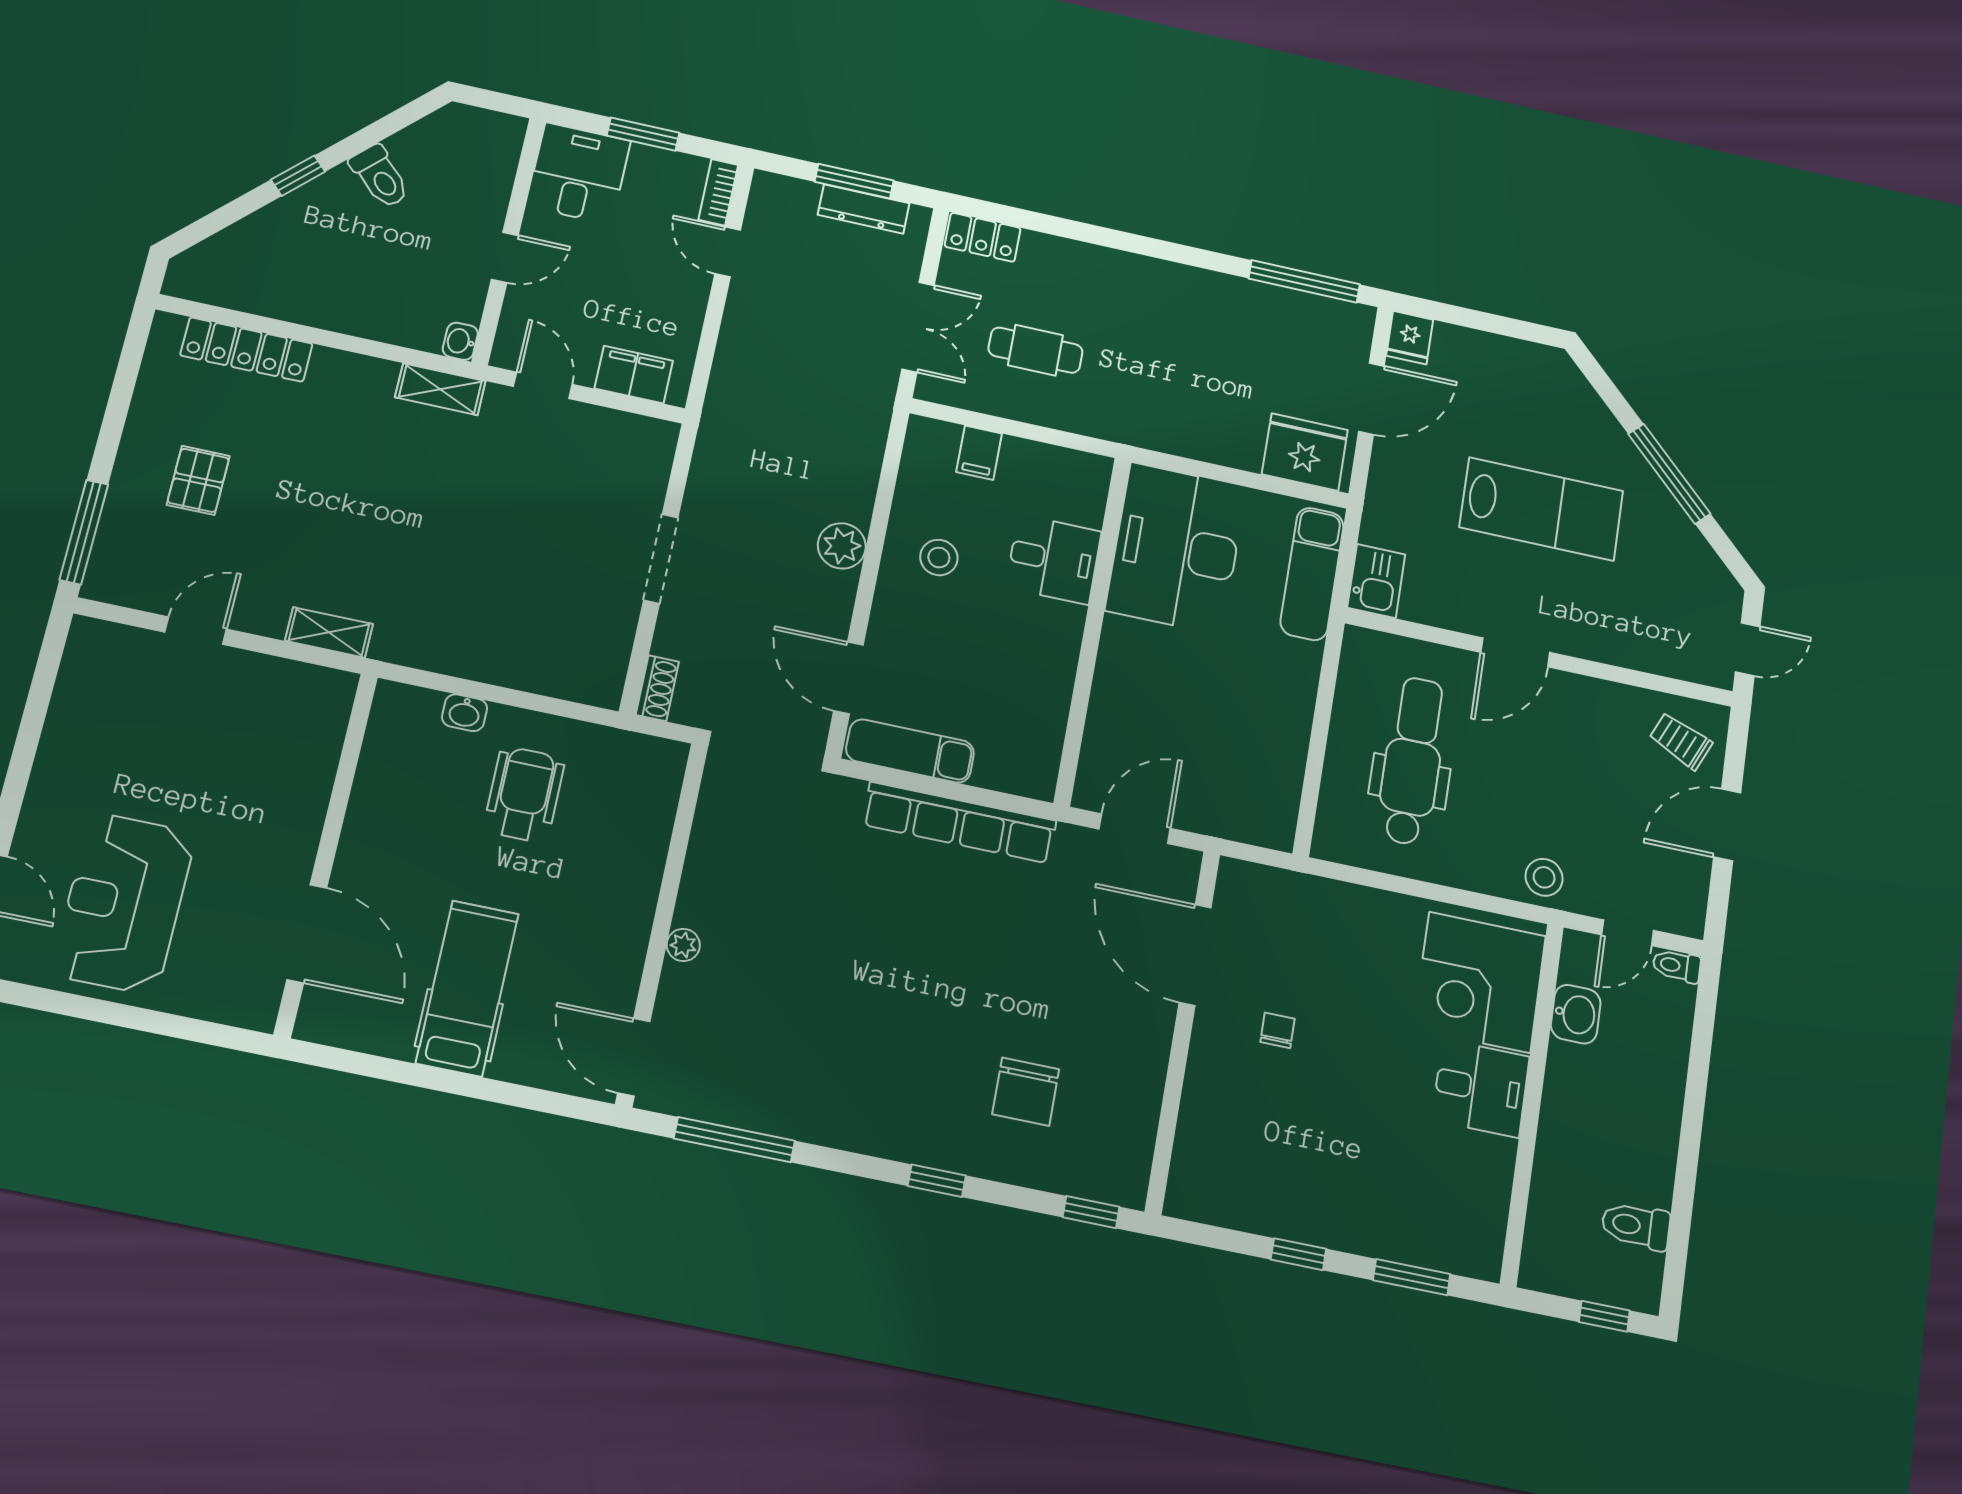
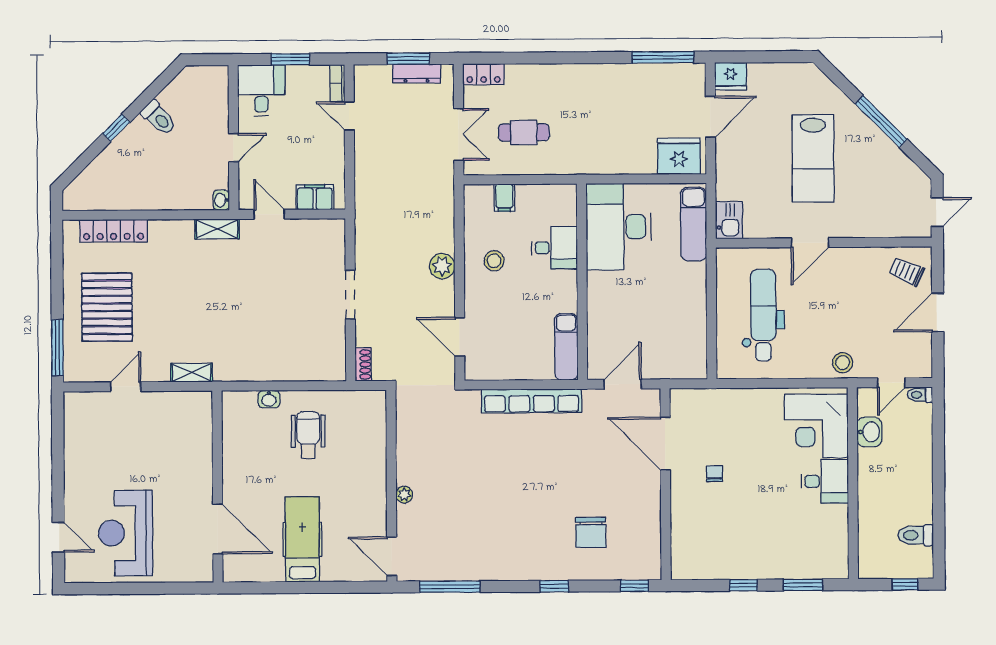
fridge: (1410, 338) -> (731, 76), width x1.38
pallet: (198, 480) -> (107, 307), width x2.05, depth x2.00
lab bench: (1541, 509) -> (813, 158), turned 90
exam couch: (910, 751) -> (566, 347), moved, turned -90

